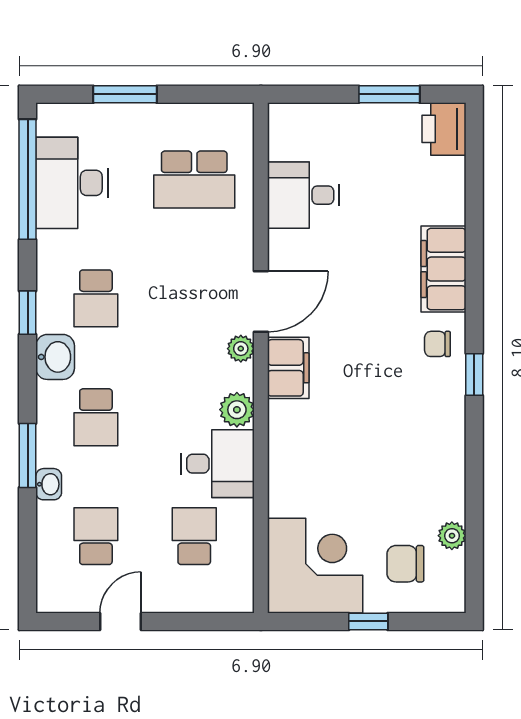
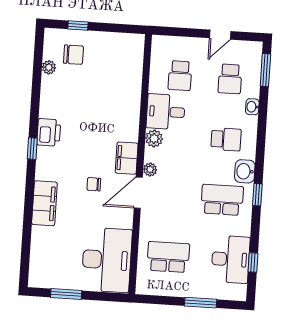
printer: (444, 129) -> (49, 132), moved
window: (28, 179) -> (253, 263), width x0.32
desk: (303, 195) -> (107, 260), width x1.87, depth x1.30
school desk: (96, 298) -> (222, 200), width x1.85
chair: (437, 344) -> (94, 184), moved, turned 180
school desk: (96, 417) -> (226, 139), turned 90
window: (28, 456) -> (265, 70), moved
corner desk: (315, 566) -> (119, 57), removed
window: (368, 621) -> (78, 25), moved

